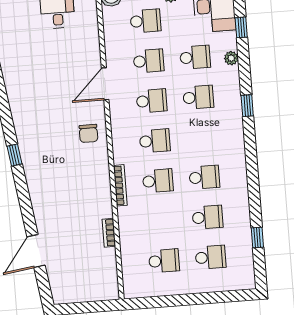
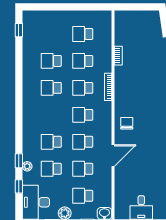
window: (247, 106) -> (19, 161), moved
window: (257, 238) -> (19, 30), moved
school desk: (211, 257) -> (83, 61), moved

